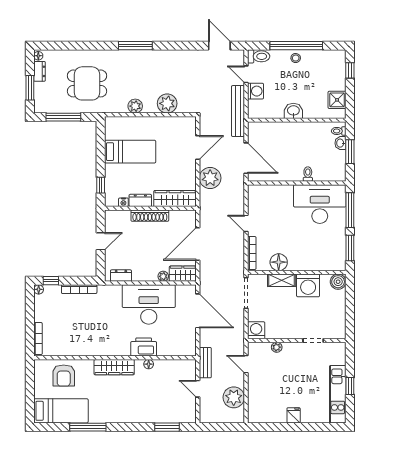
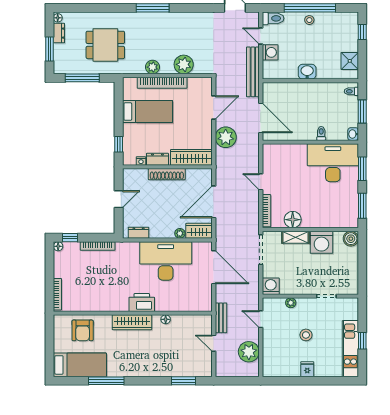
bookcase: (145, 122) -> (162, 83), added
washbasin: (340, 143) -> (353, 134), moved
window: (350, 210) -> (362, 169), width x0.69
printer: (144, 347) -> (142, 303), moved
stool: (292, 380) -> (306, 335), added

